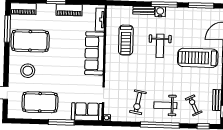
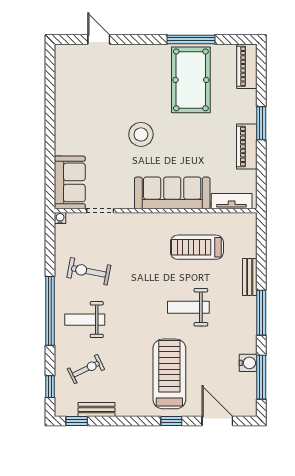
water cooler: (160, 12) -> (248, 363), moved
window: (7, 29) -> (191, 39), moved
stool: (28, 71) -> (141, 134), moved
pool table: (40, 102) -> (84, 100), removed
weight bench: (165, 105) -> (85, 320), turned -90
window: (61, 122) -> (50, 138), removed

